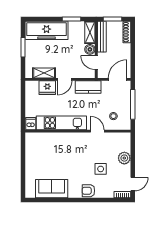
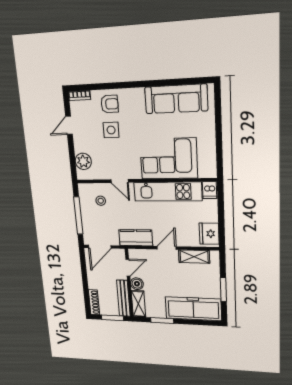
door: (96, 63) -> (128, 268), hinge flipped
fridge: (47, 88) -> (209, 234), moved, turned -90
corner sofa: (59, 147) -> (169, 159), added
plant: (124, 158) -> (83, 161), moved
door: (133, 184) -> (69, 125), moved
sofa: (52, 189) -> (176, 99), width x1.36
armchair: (88, 191) -> (110, 104), moved

